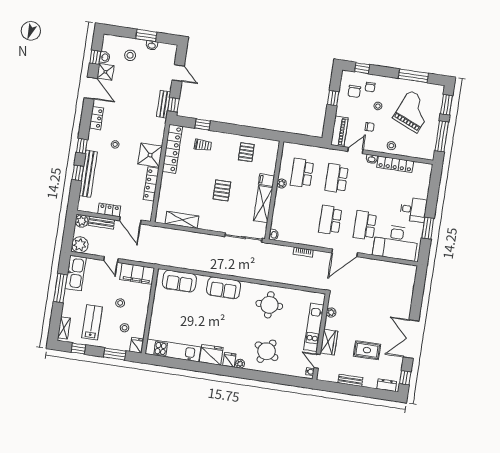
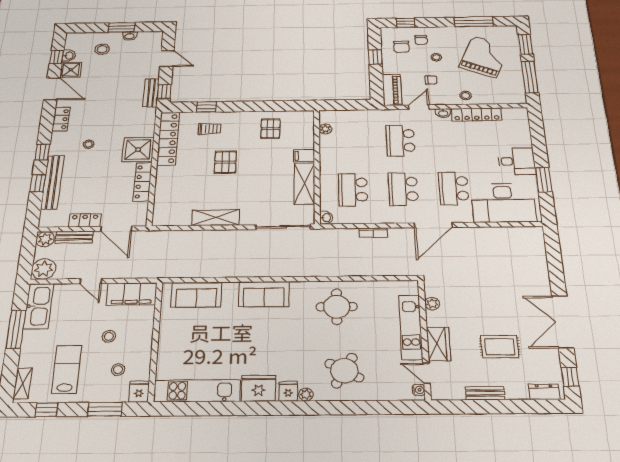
school desk: (302, 173) -> (353, 190), moved
plant: (282, 184) -> (325, 129), moved
pallet: (222, 190) -> (225, 162), moved
shelving: (182, 220) -> (215, 218), moved

